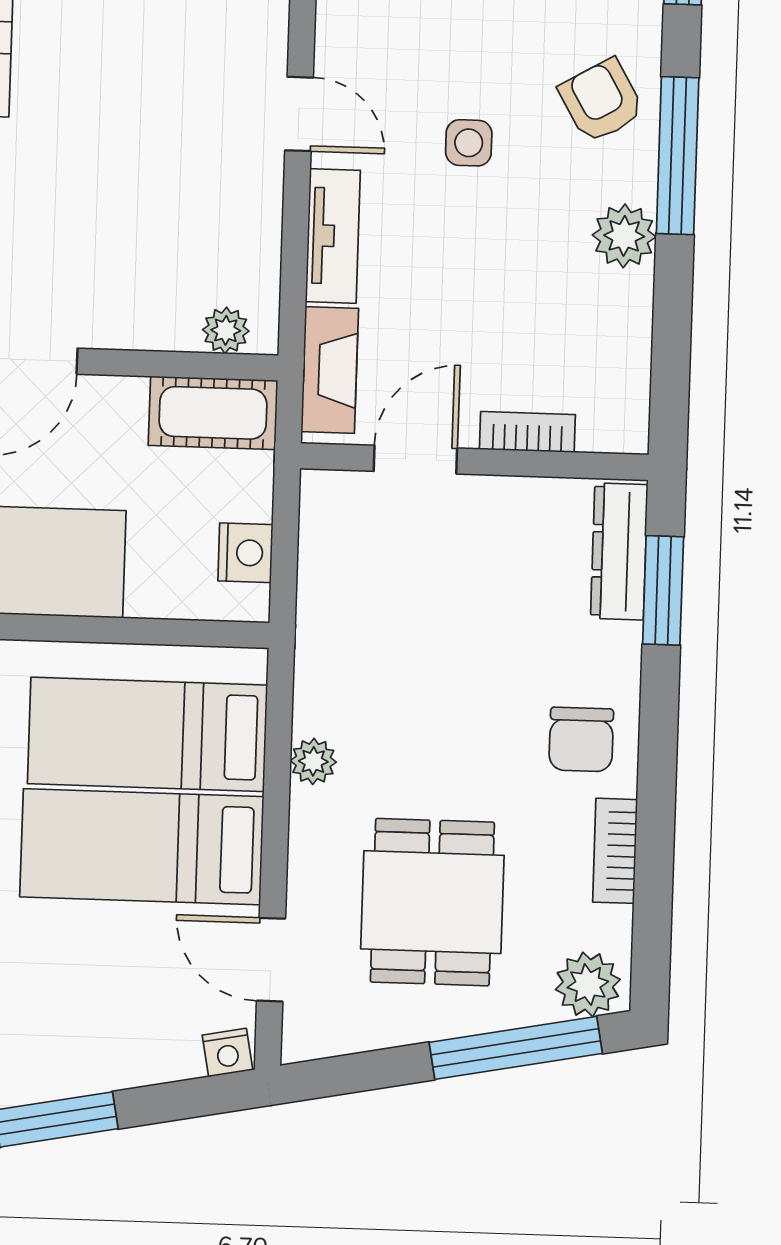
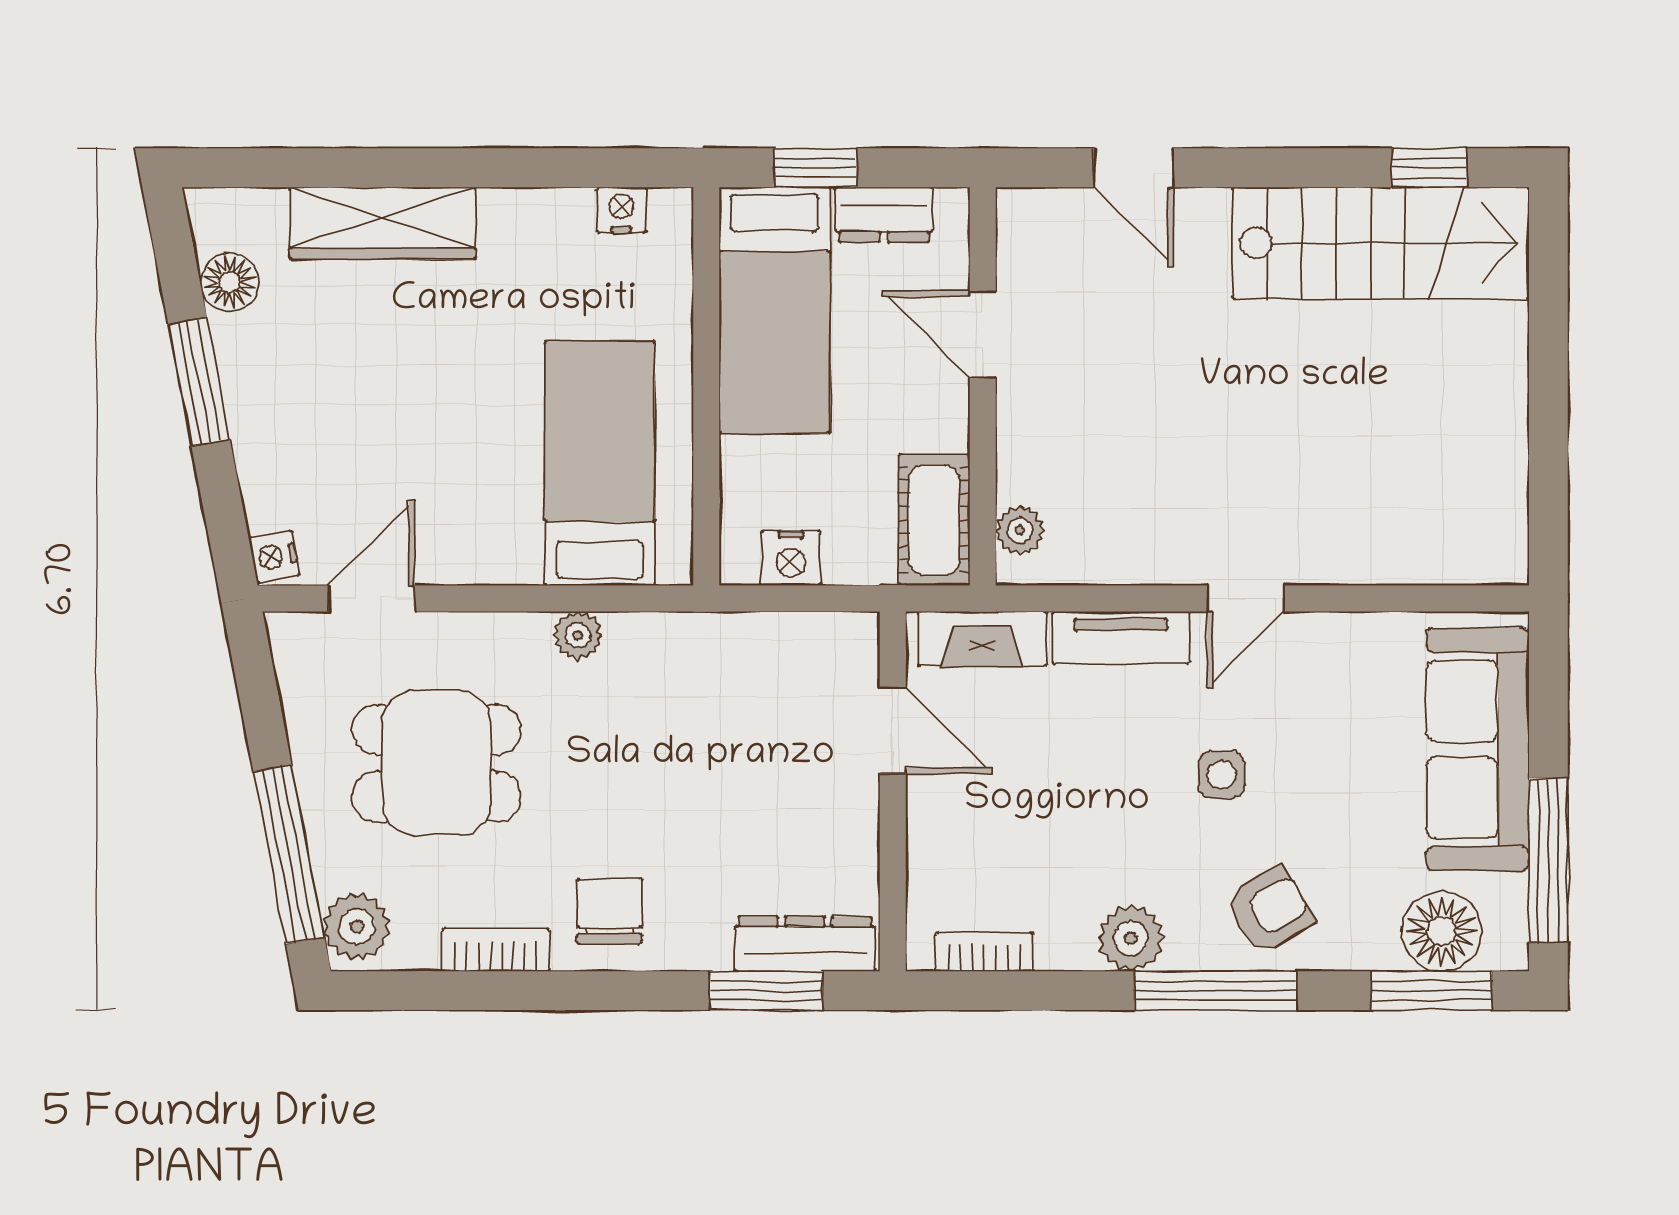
bookcase: (527, 432) -> (984, 952), moved, turned -90
chair: (581, 739) -> (610, 911), turned 90
bed: (142, 847) -> (484, 461), removed

